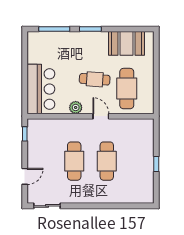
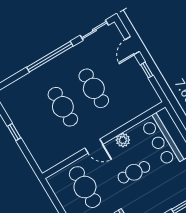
cafe table: (95, 79) -> (134, 172), moved
window: (25, 134) -> (147, 70), moved
window: (94, 206) -> (50, 57), added

